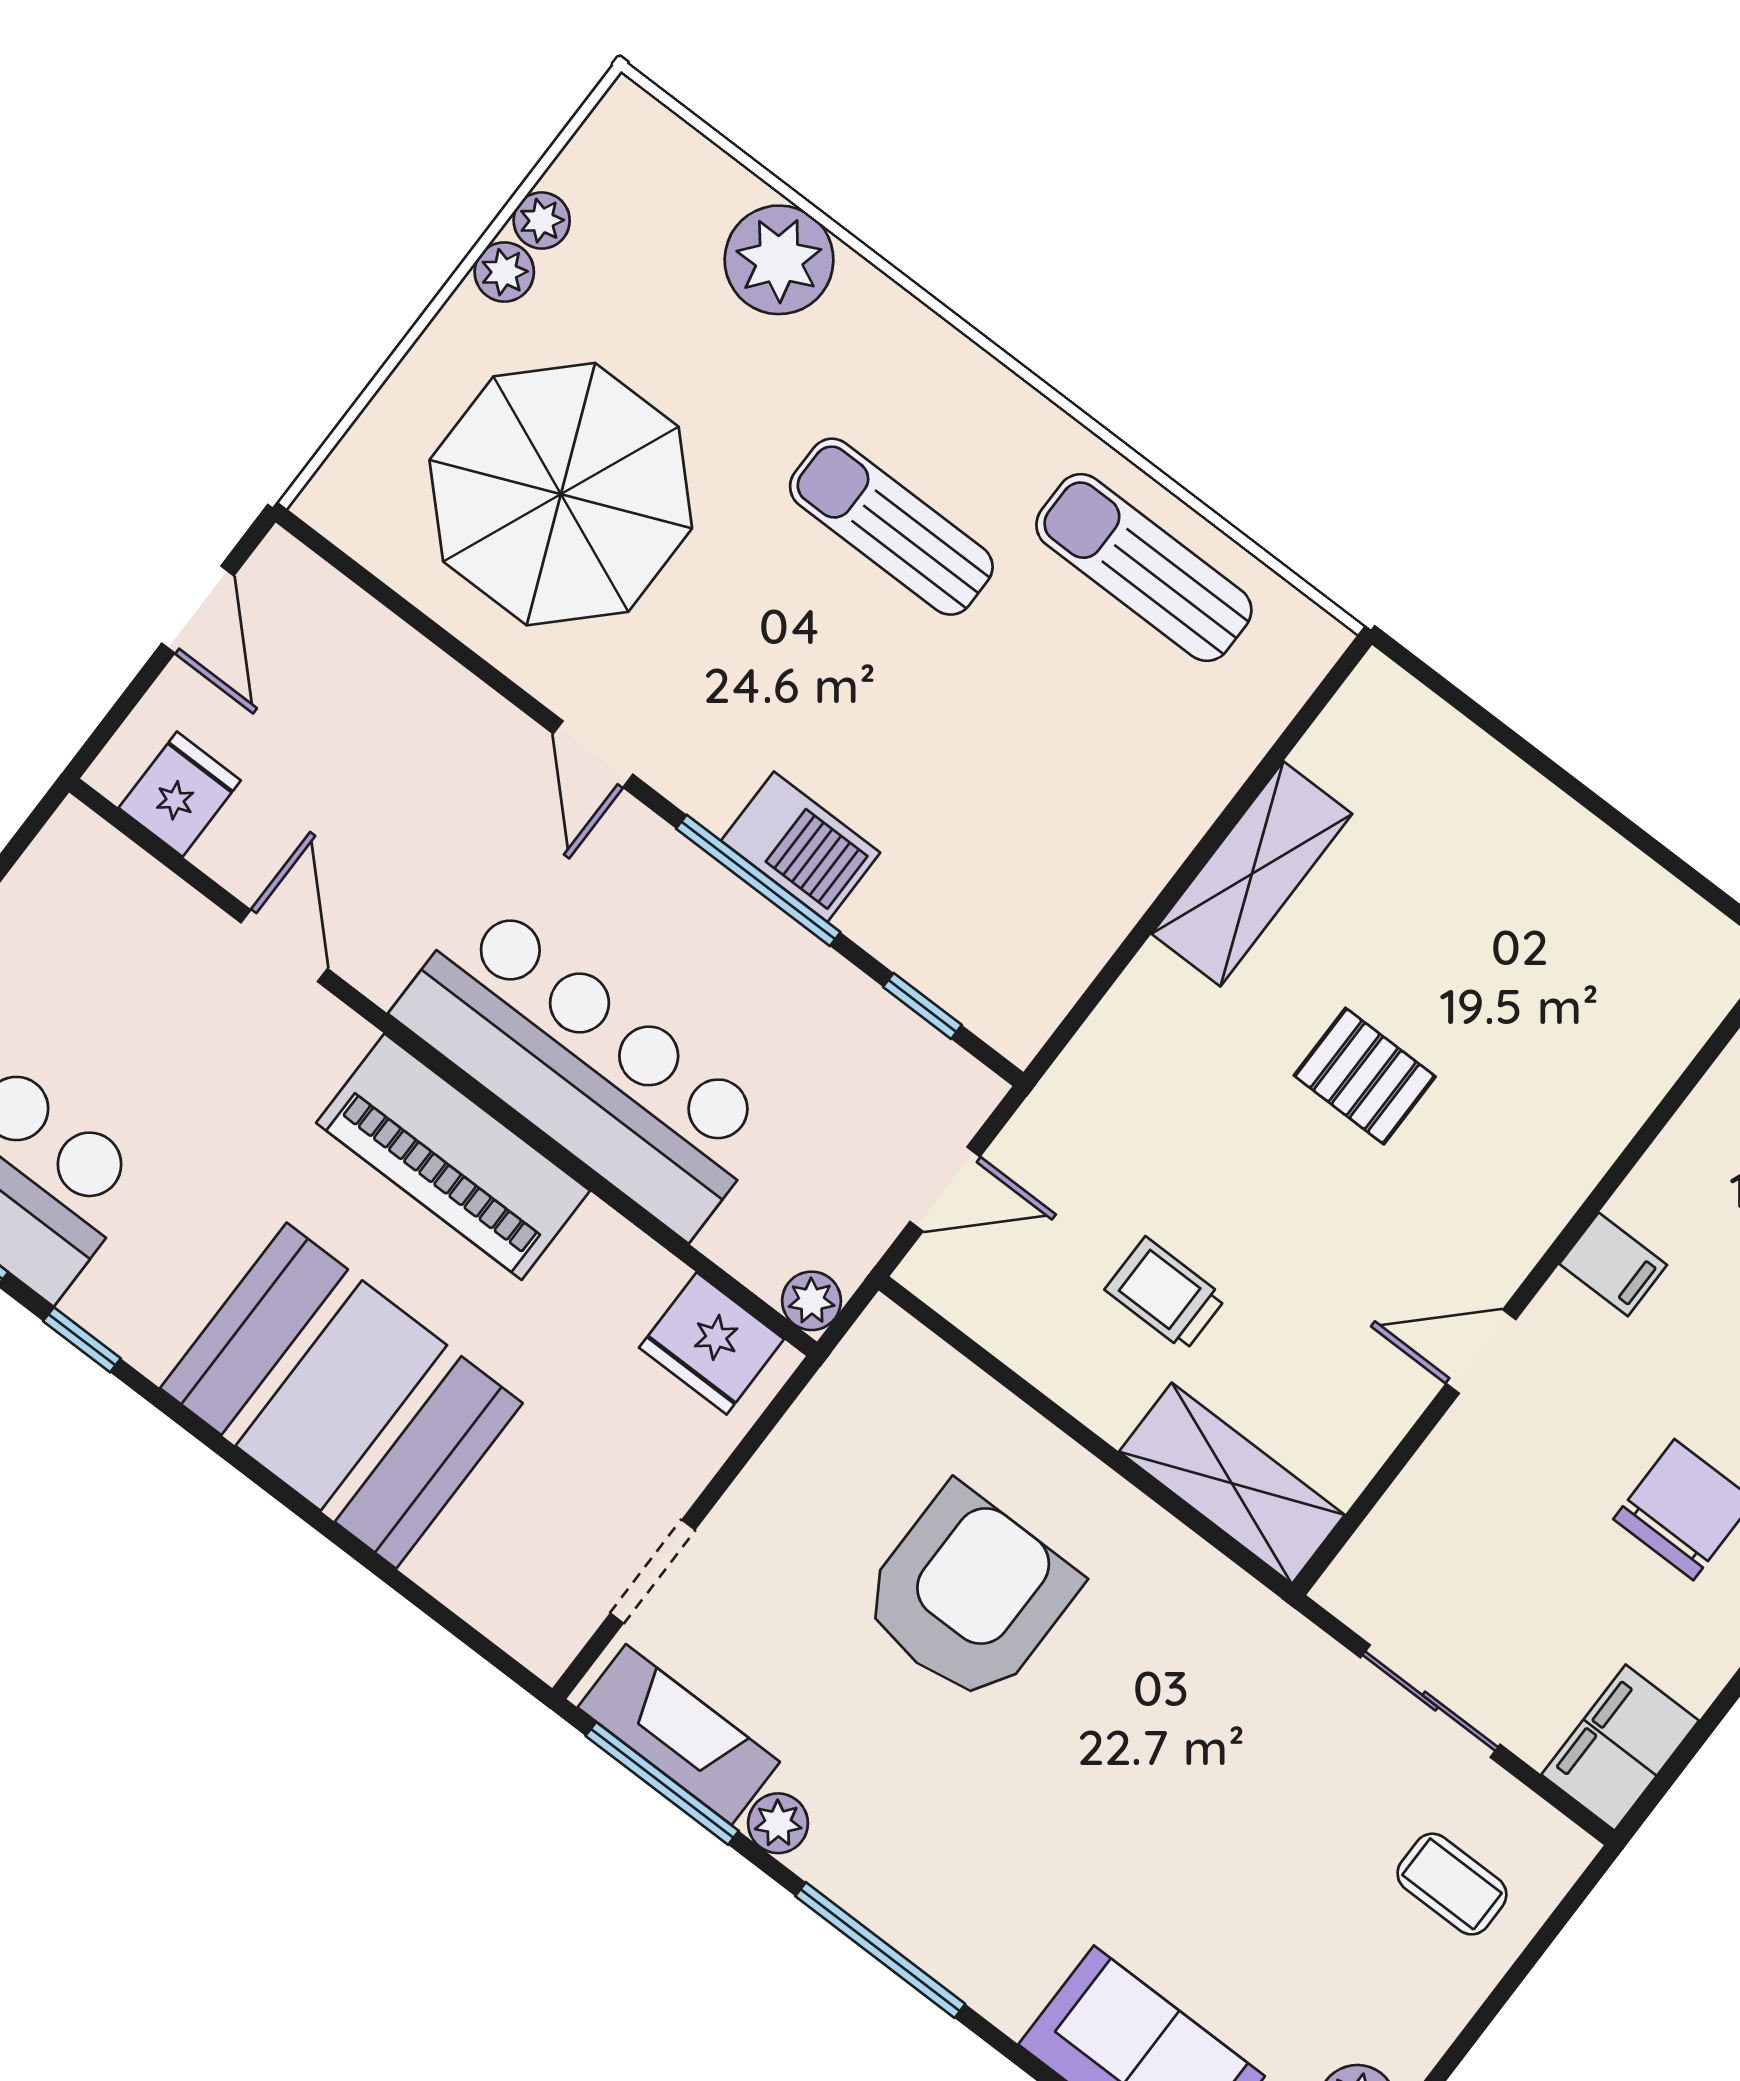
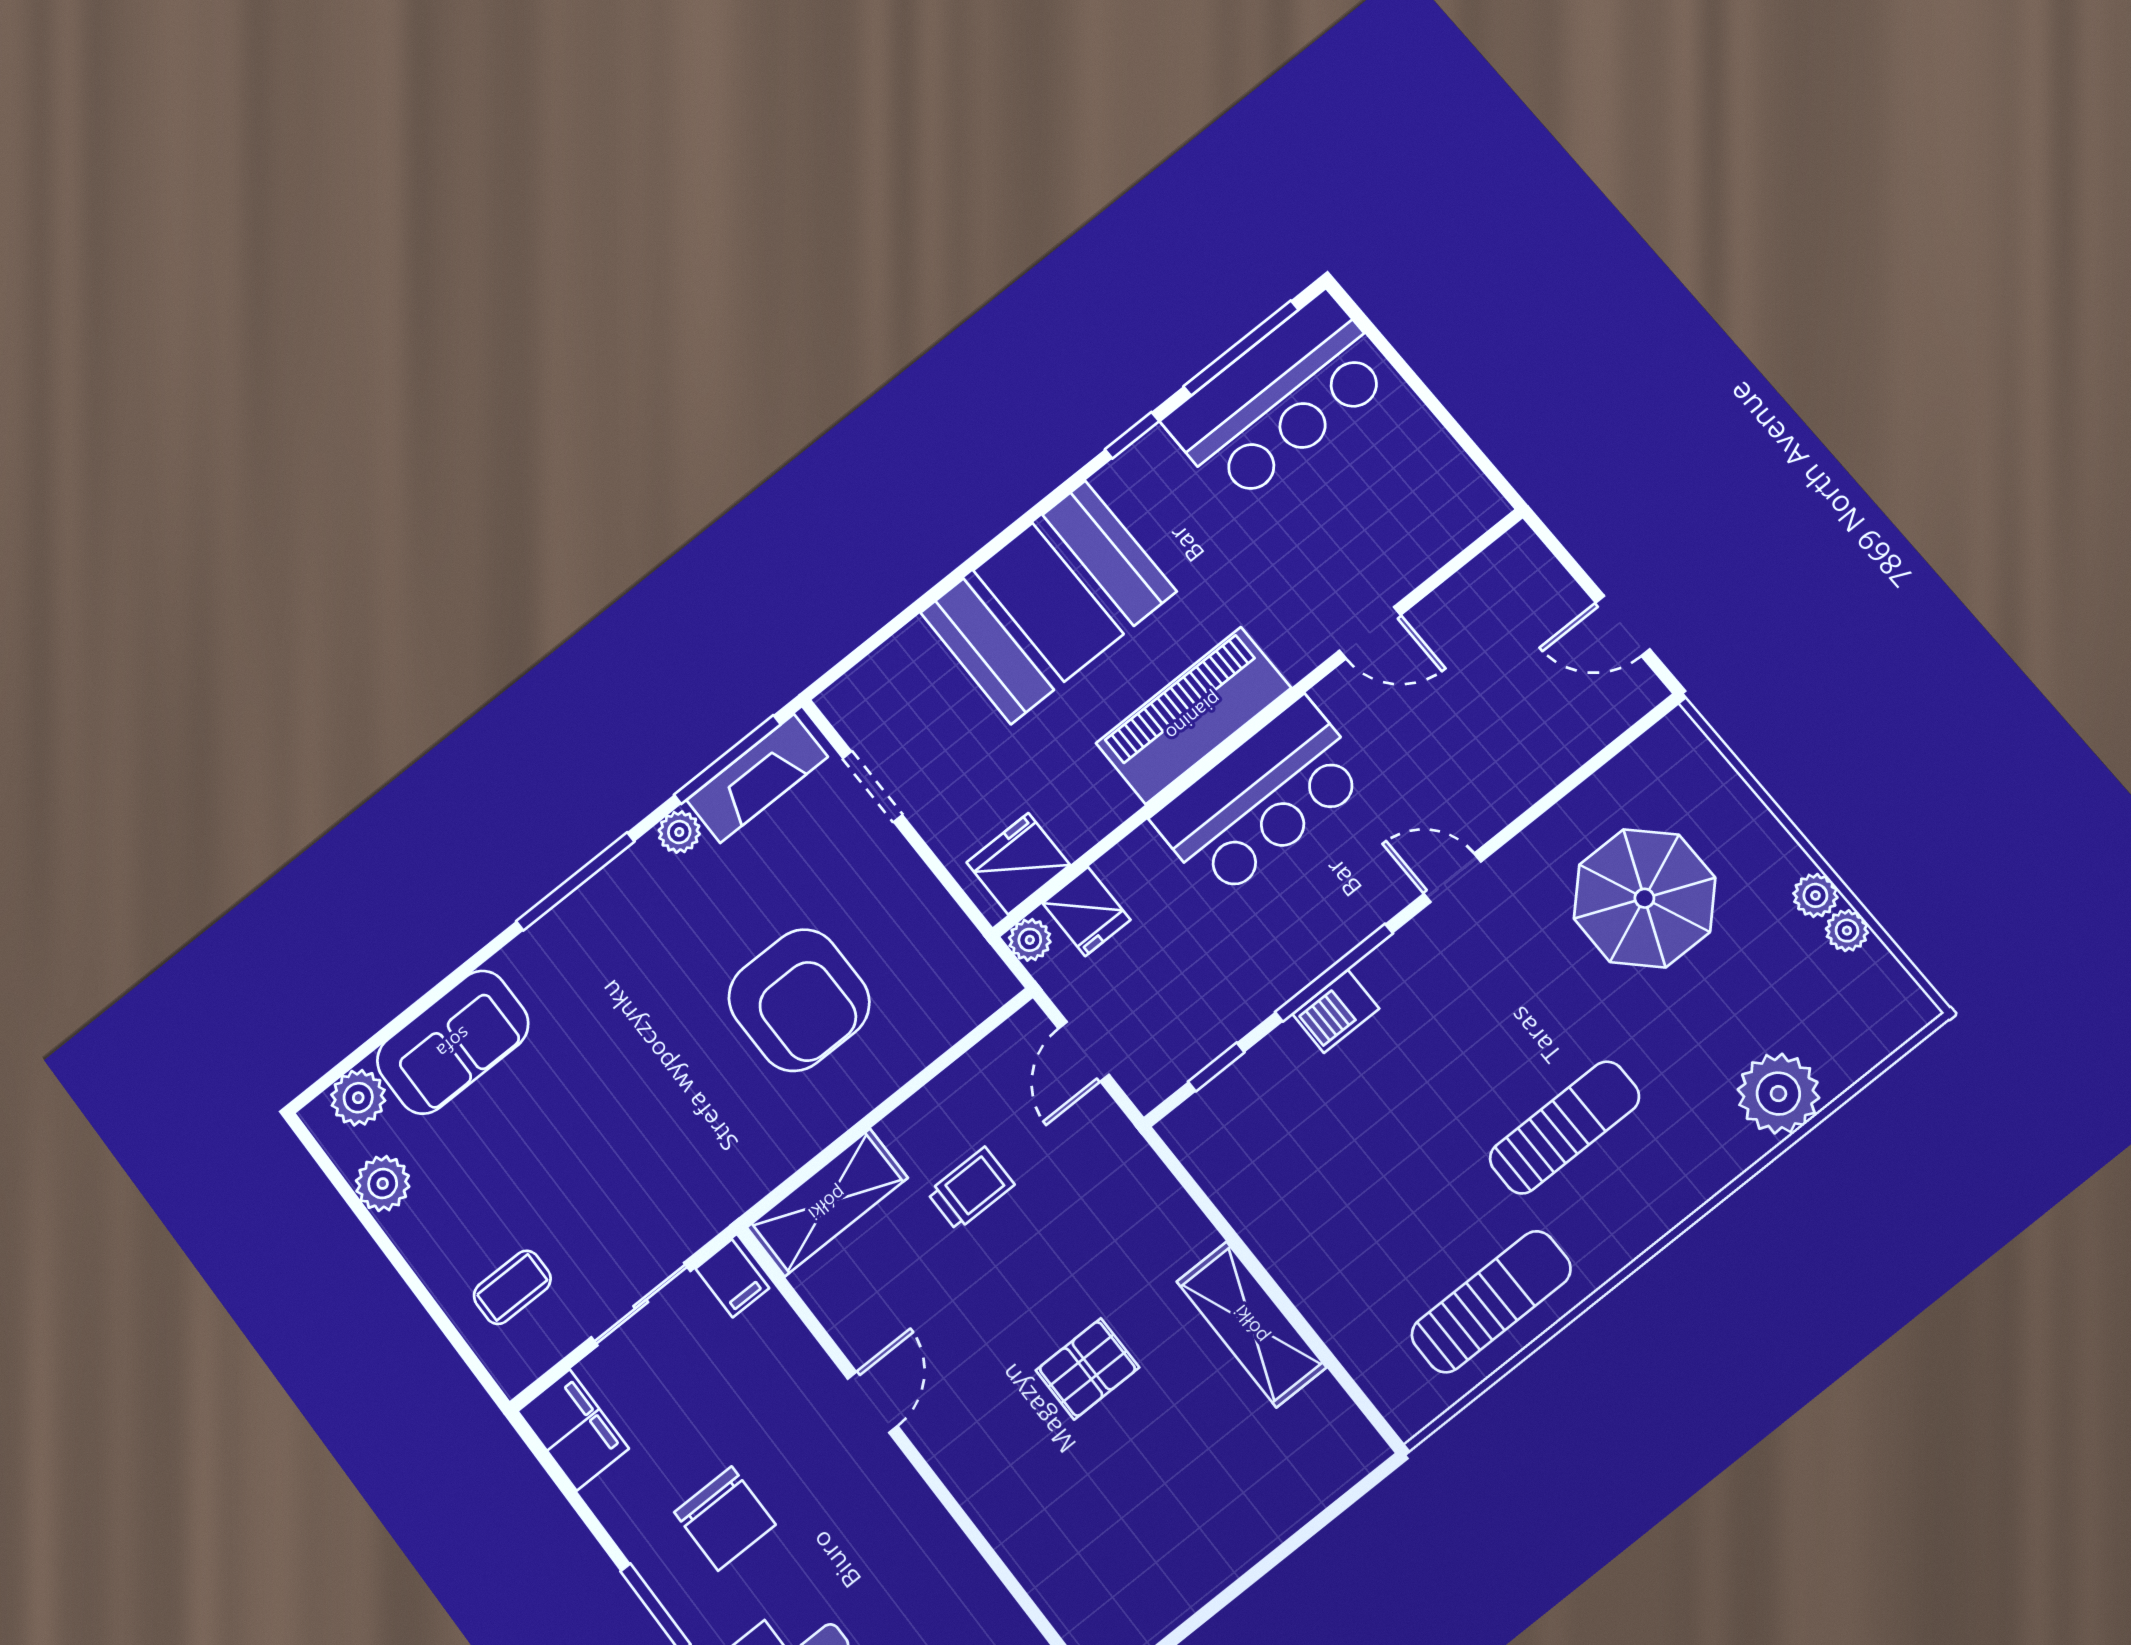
parasol: (561, 494) -> (1644, 898), width x0.73, depth x0.73
fridge: (180, 794) -> (1087, 911), moved
barbecue: (801, 847) -> (1336, 1011), width x0.73, depth x0.79
bar counter: (585, 1067) -> (1261, 798), width x0.73
filing cabinet: (1613, 1264) -> (732, 1278), moved, turned -90

